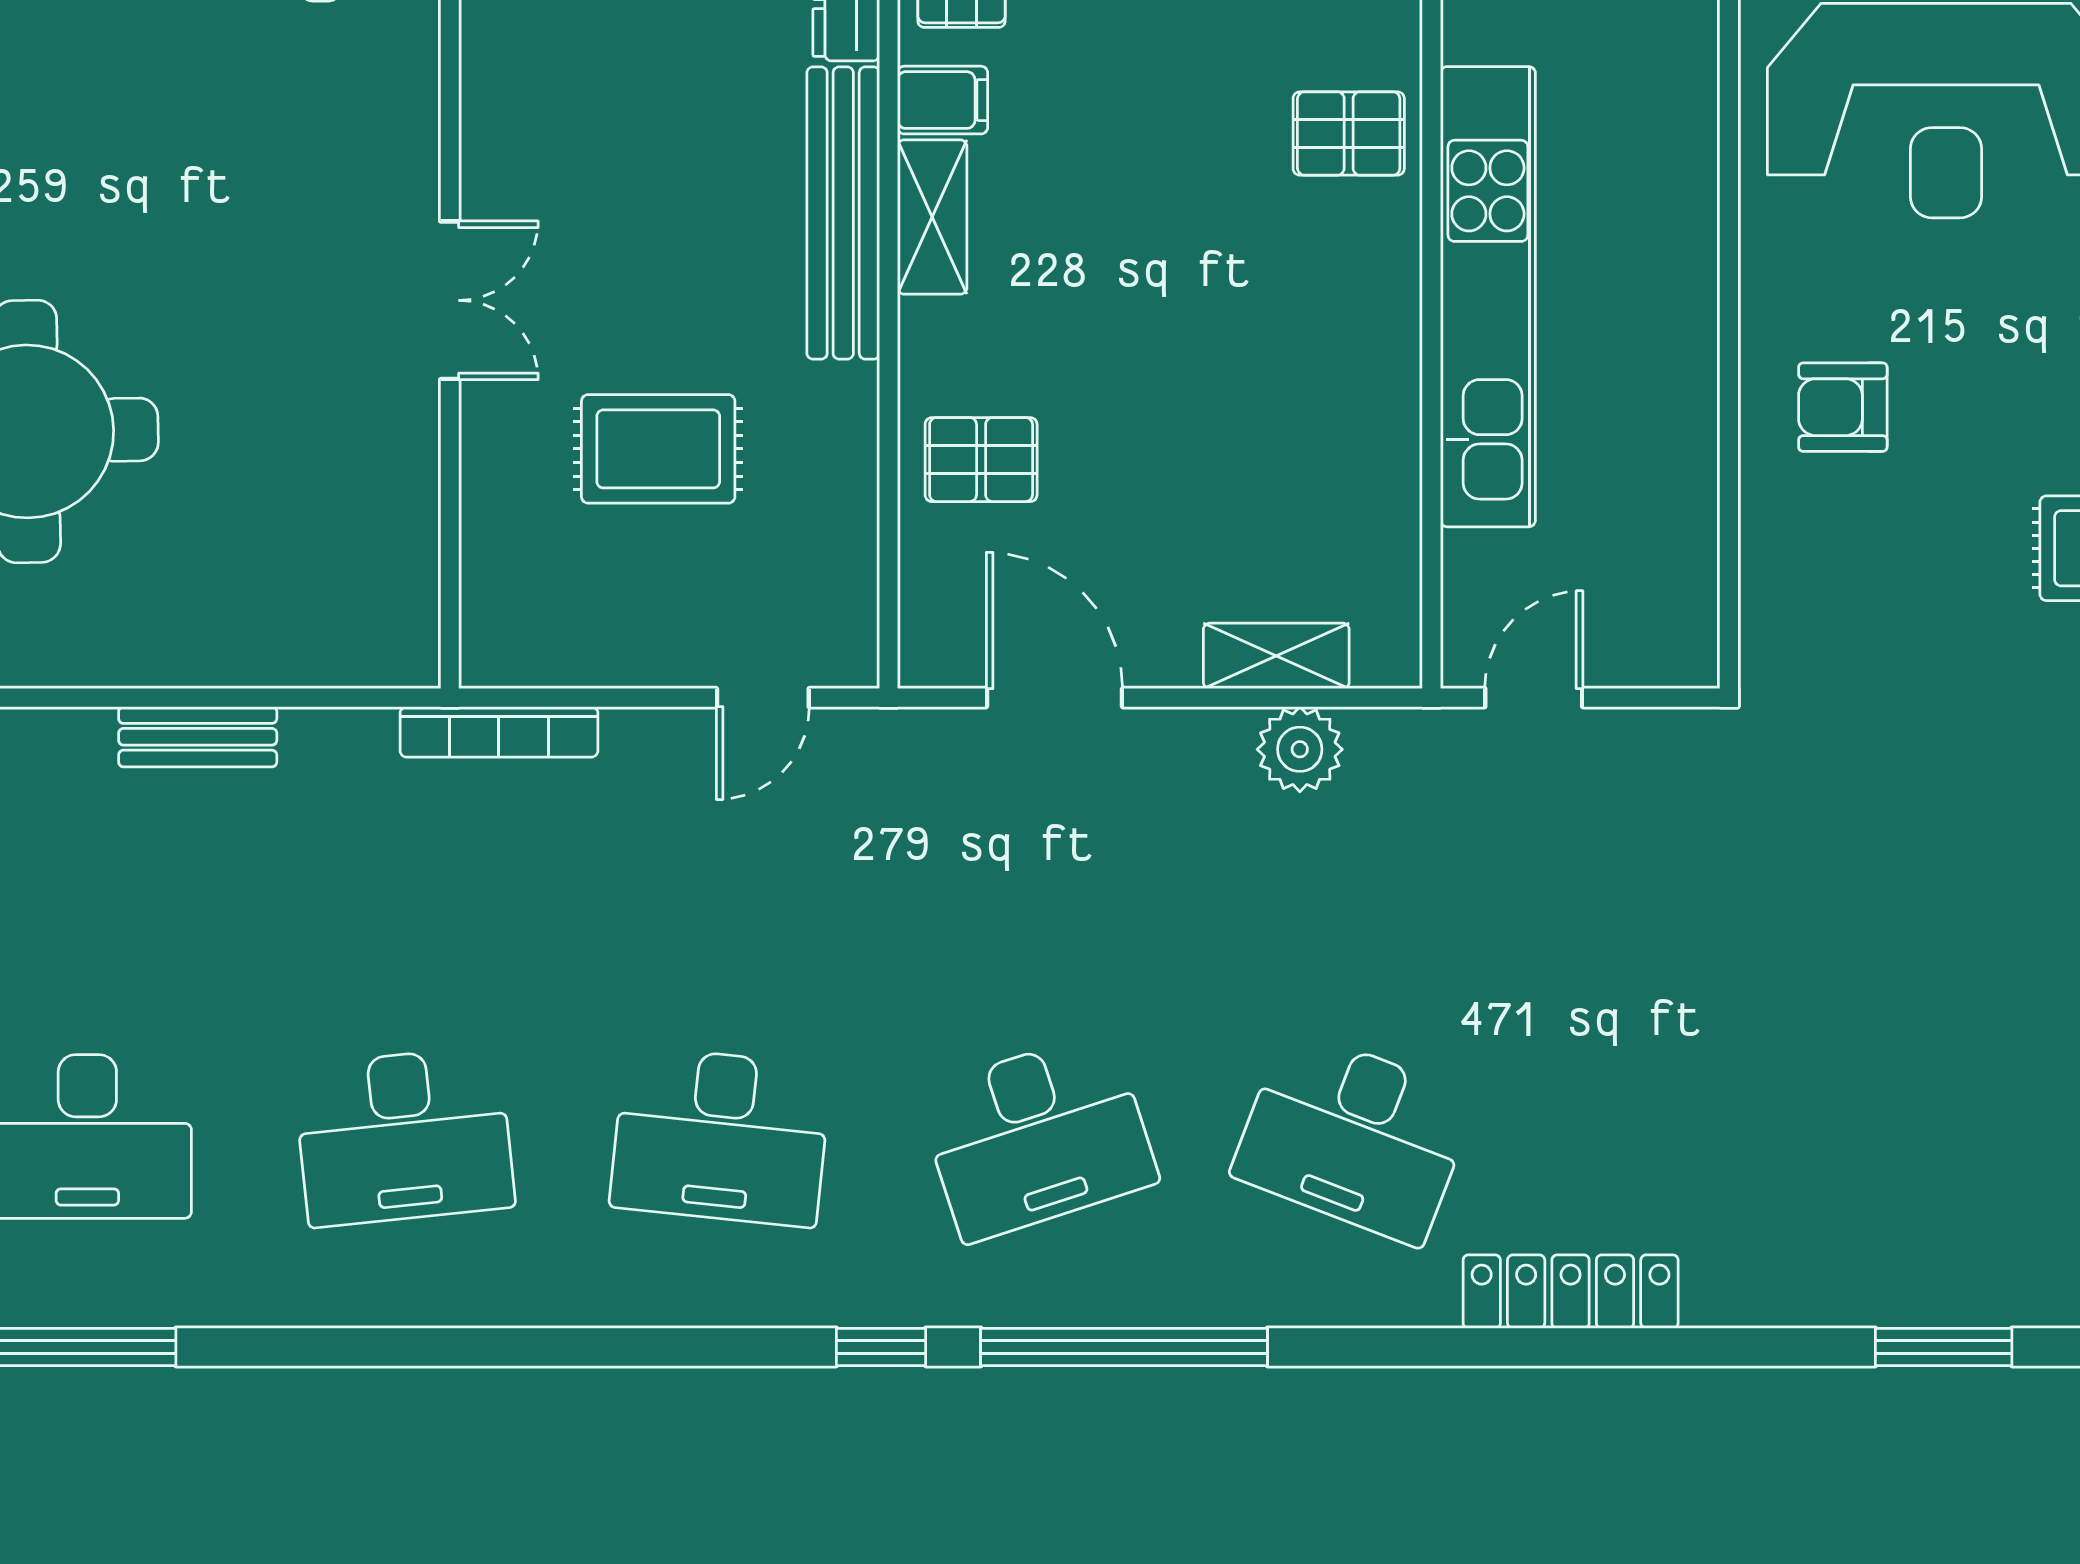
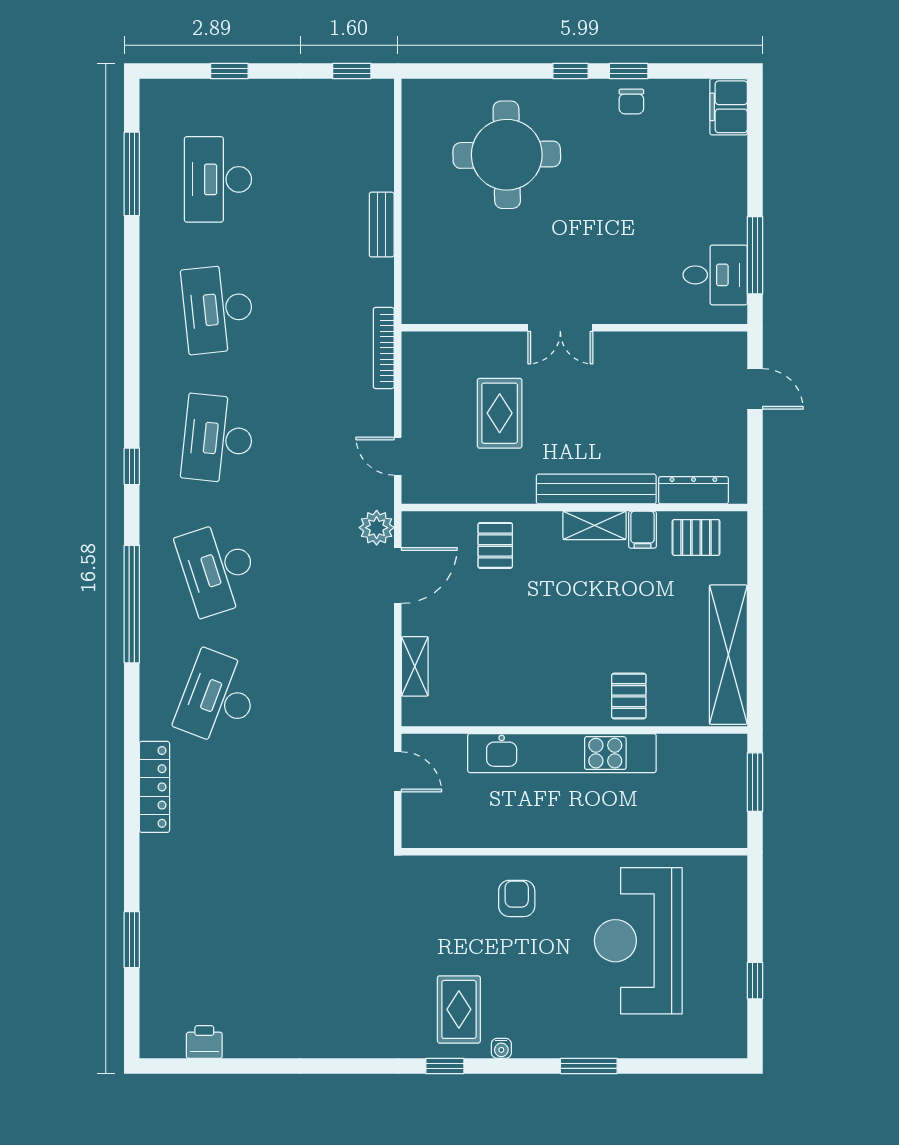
plant: (1300, 749) -> (377, 528), moved
window: (881, 1347) -> (132, 466), moved

